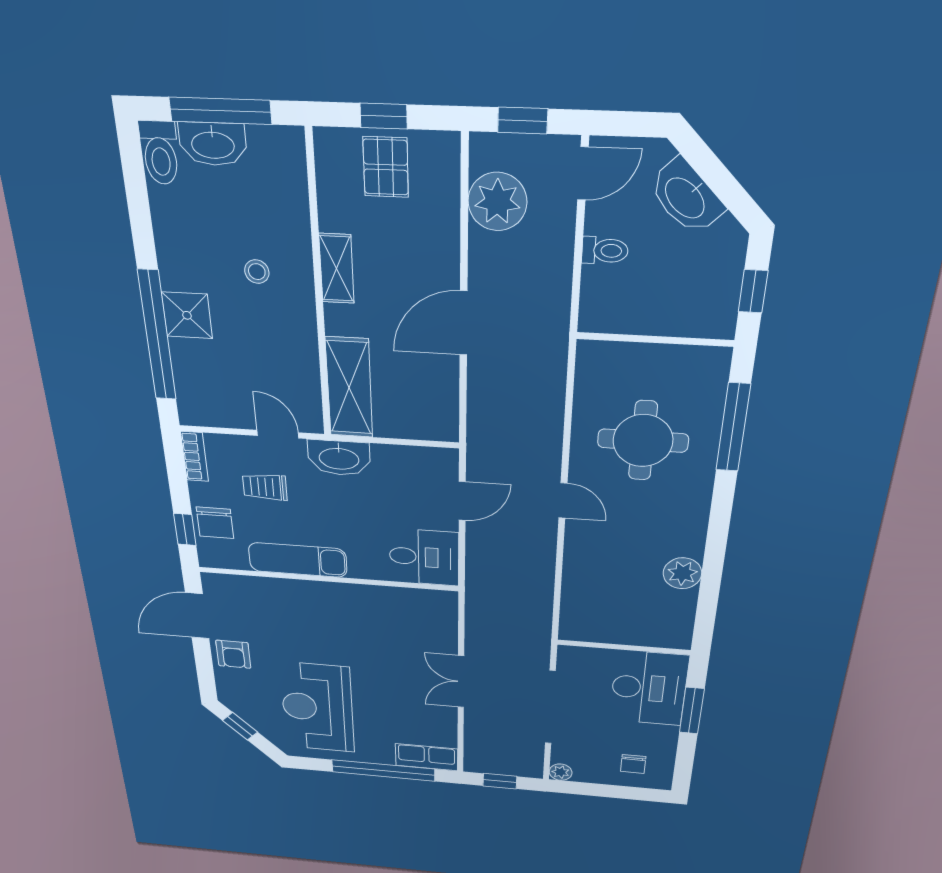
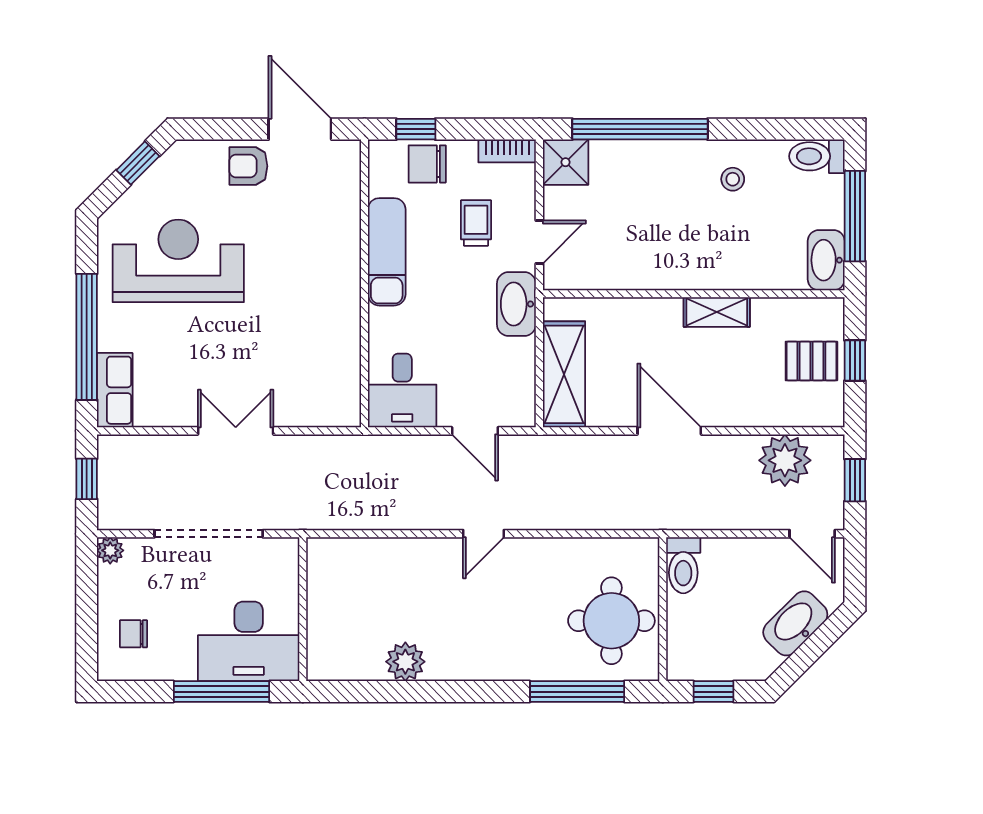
washbasin: (213, 144) -> (826, 260), moved
toilet: (605, 251) -> (683, 565), moved, width x1.37, depth x1.39
stool: (257, 272) -> (733, 179), moved
shower: (187, 315) -> (566, 162), moved
shelving: (349, 388) -> (564, 374), moved, turned 90
round table: (643, 441) -> (611, 621), moved
window: (692, 711) -> (222, 692), width x1.44

